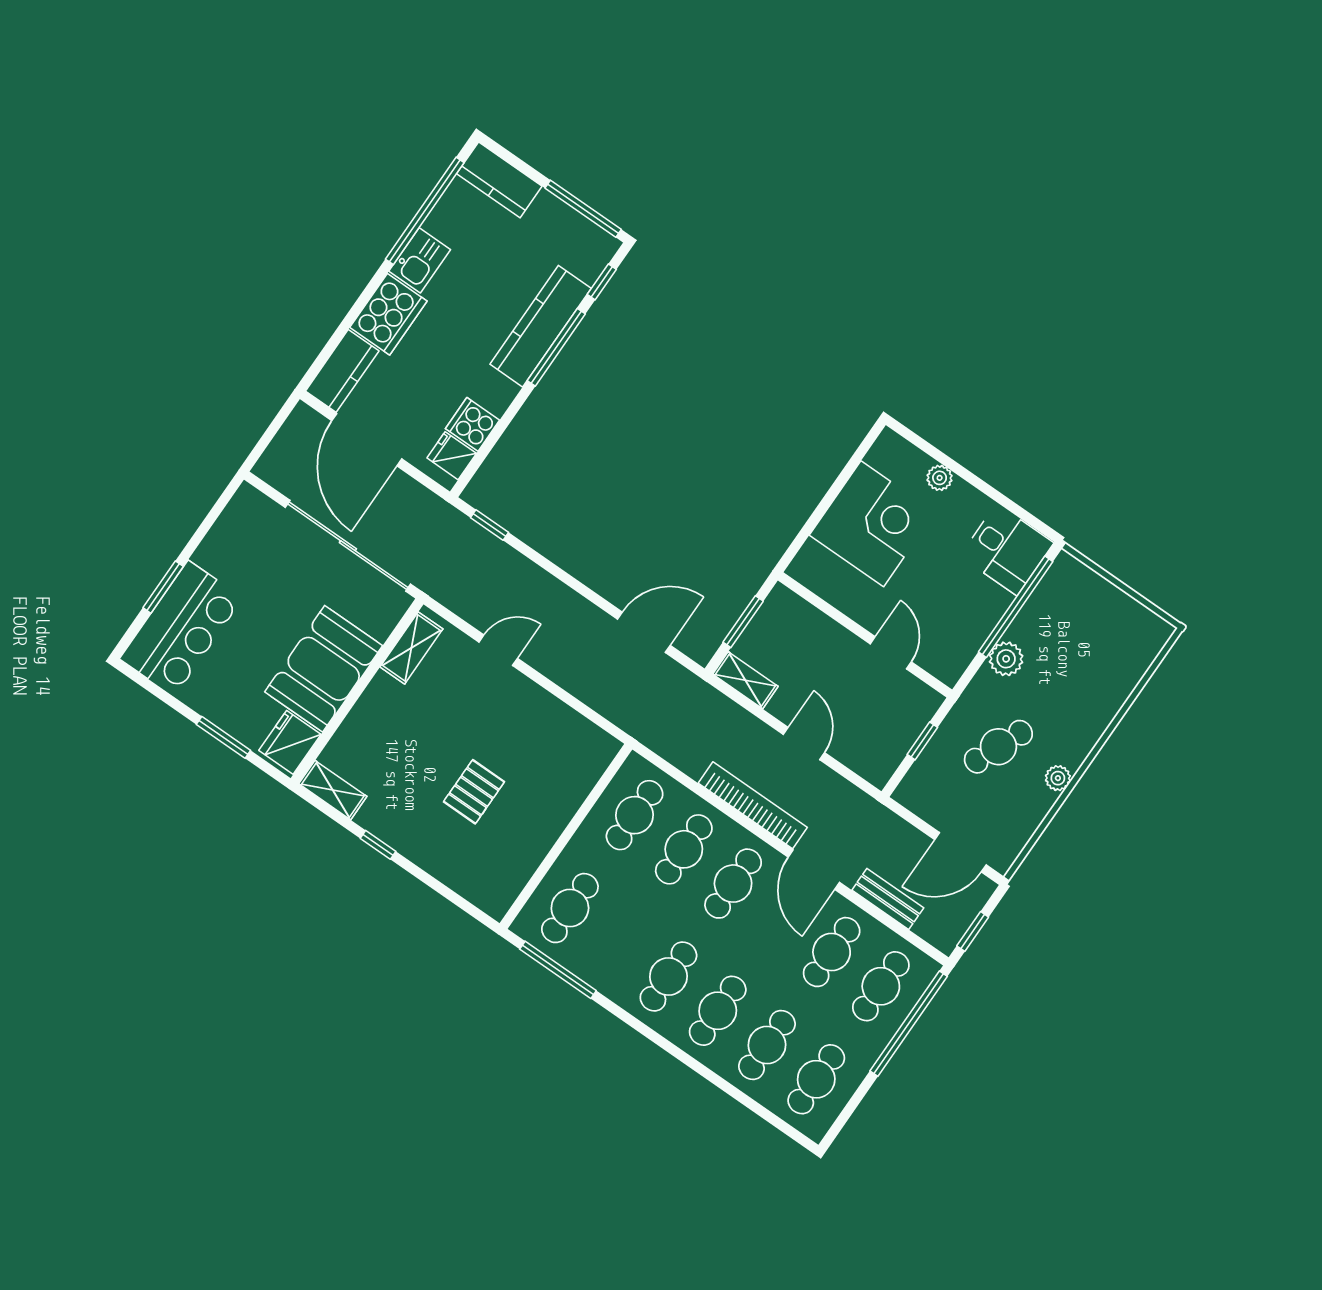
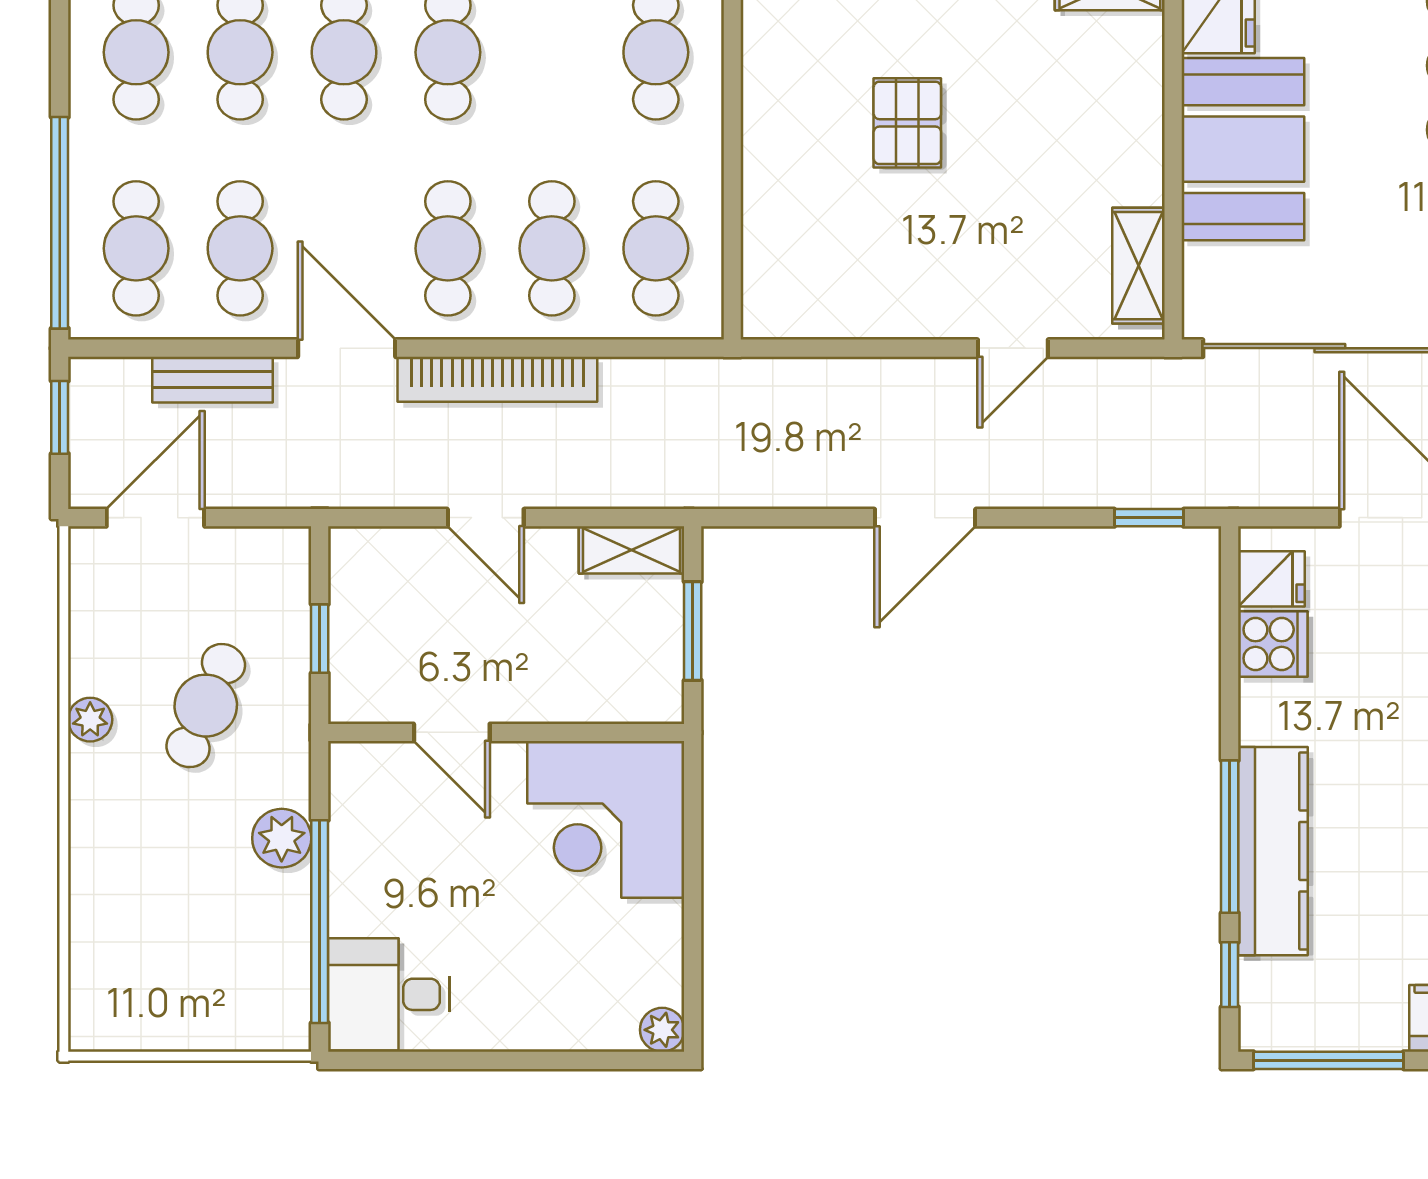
plant: (940, 478) -> (662, 1030), moved
corner desk: (872, 524) -> (606, 819), moved
door: (644, 632) -> (925, 518), moved

